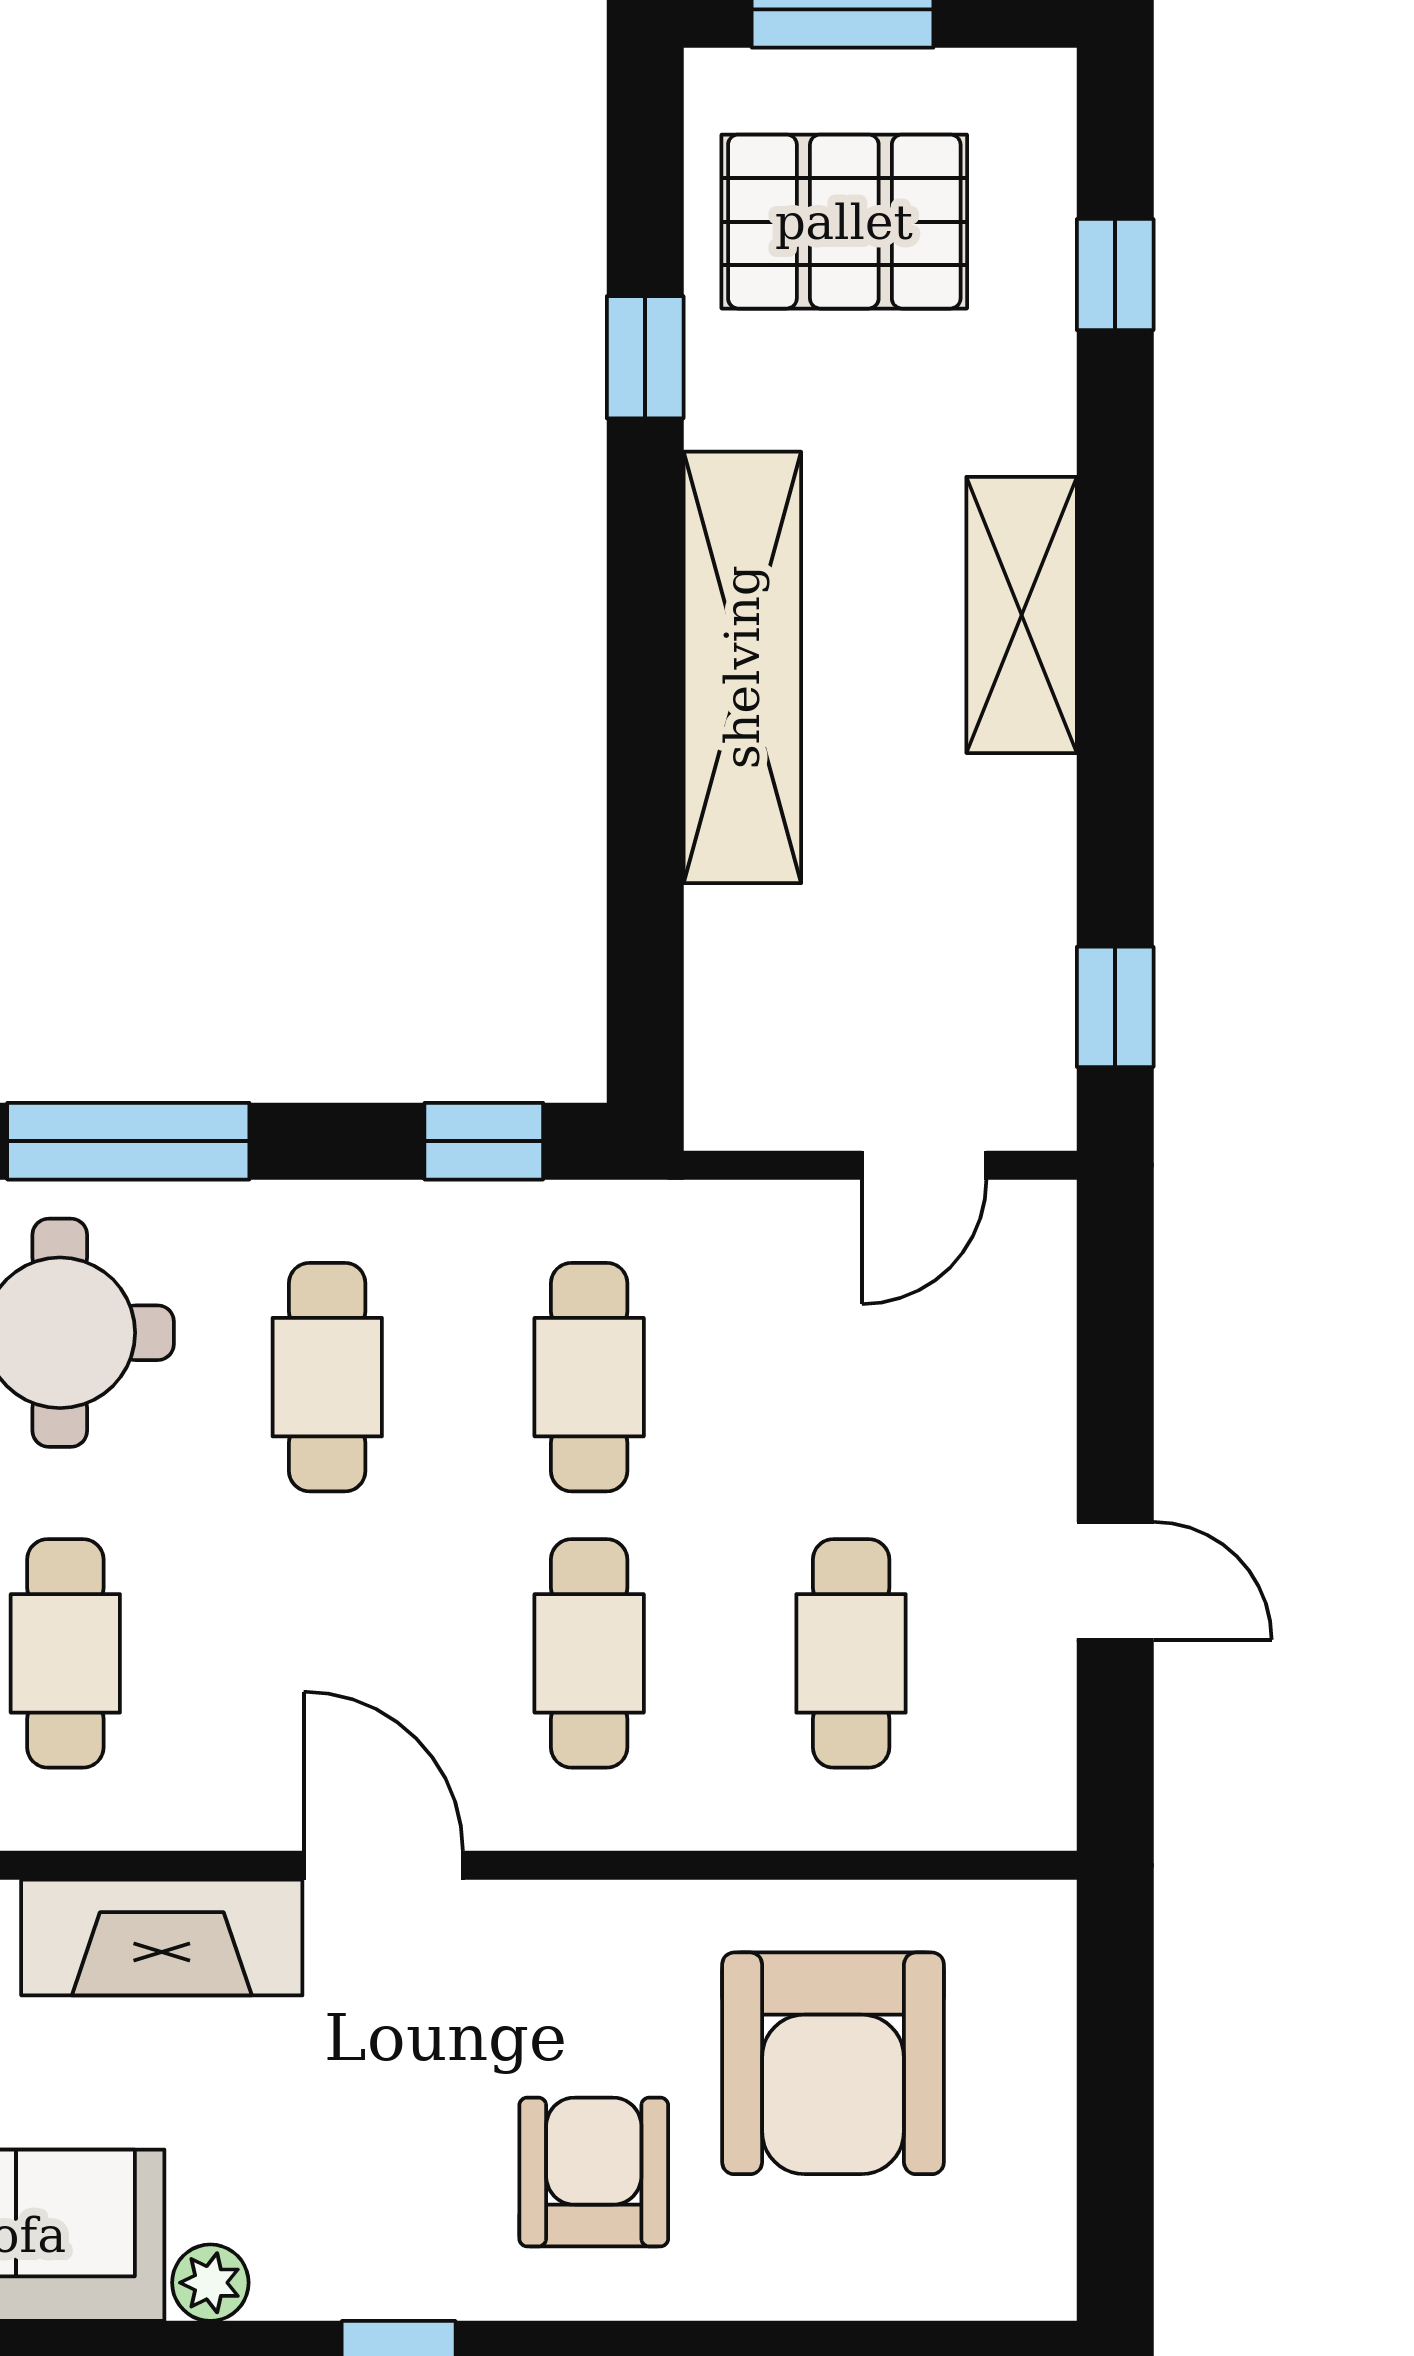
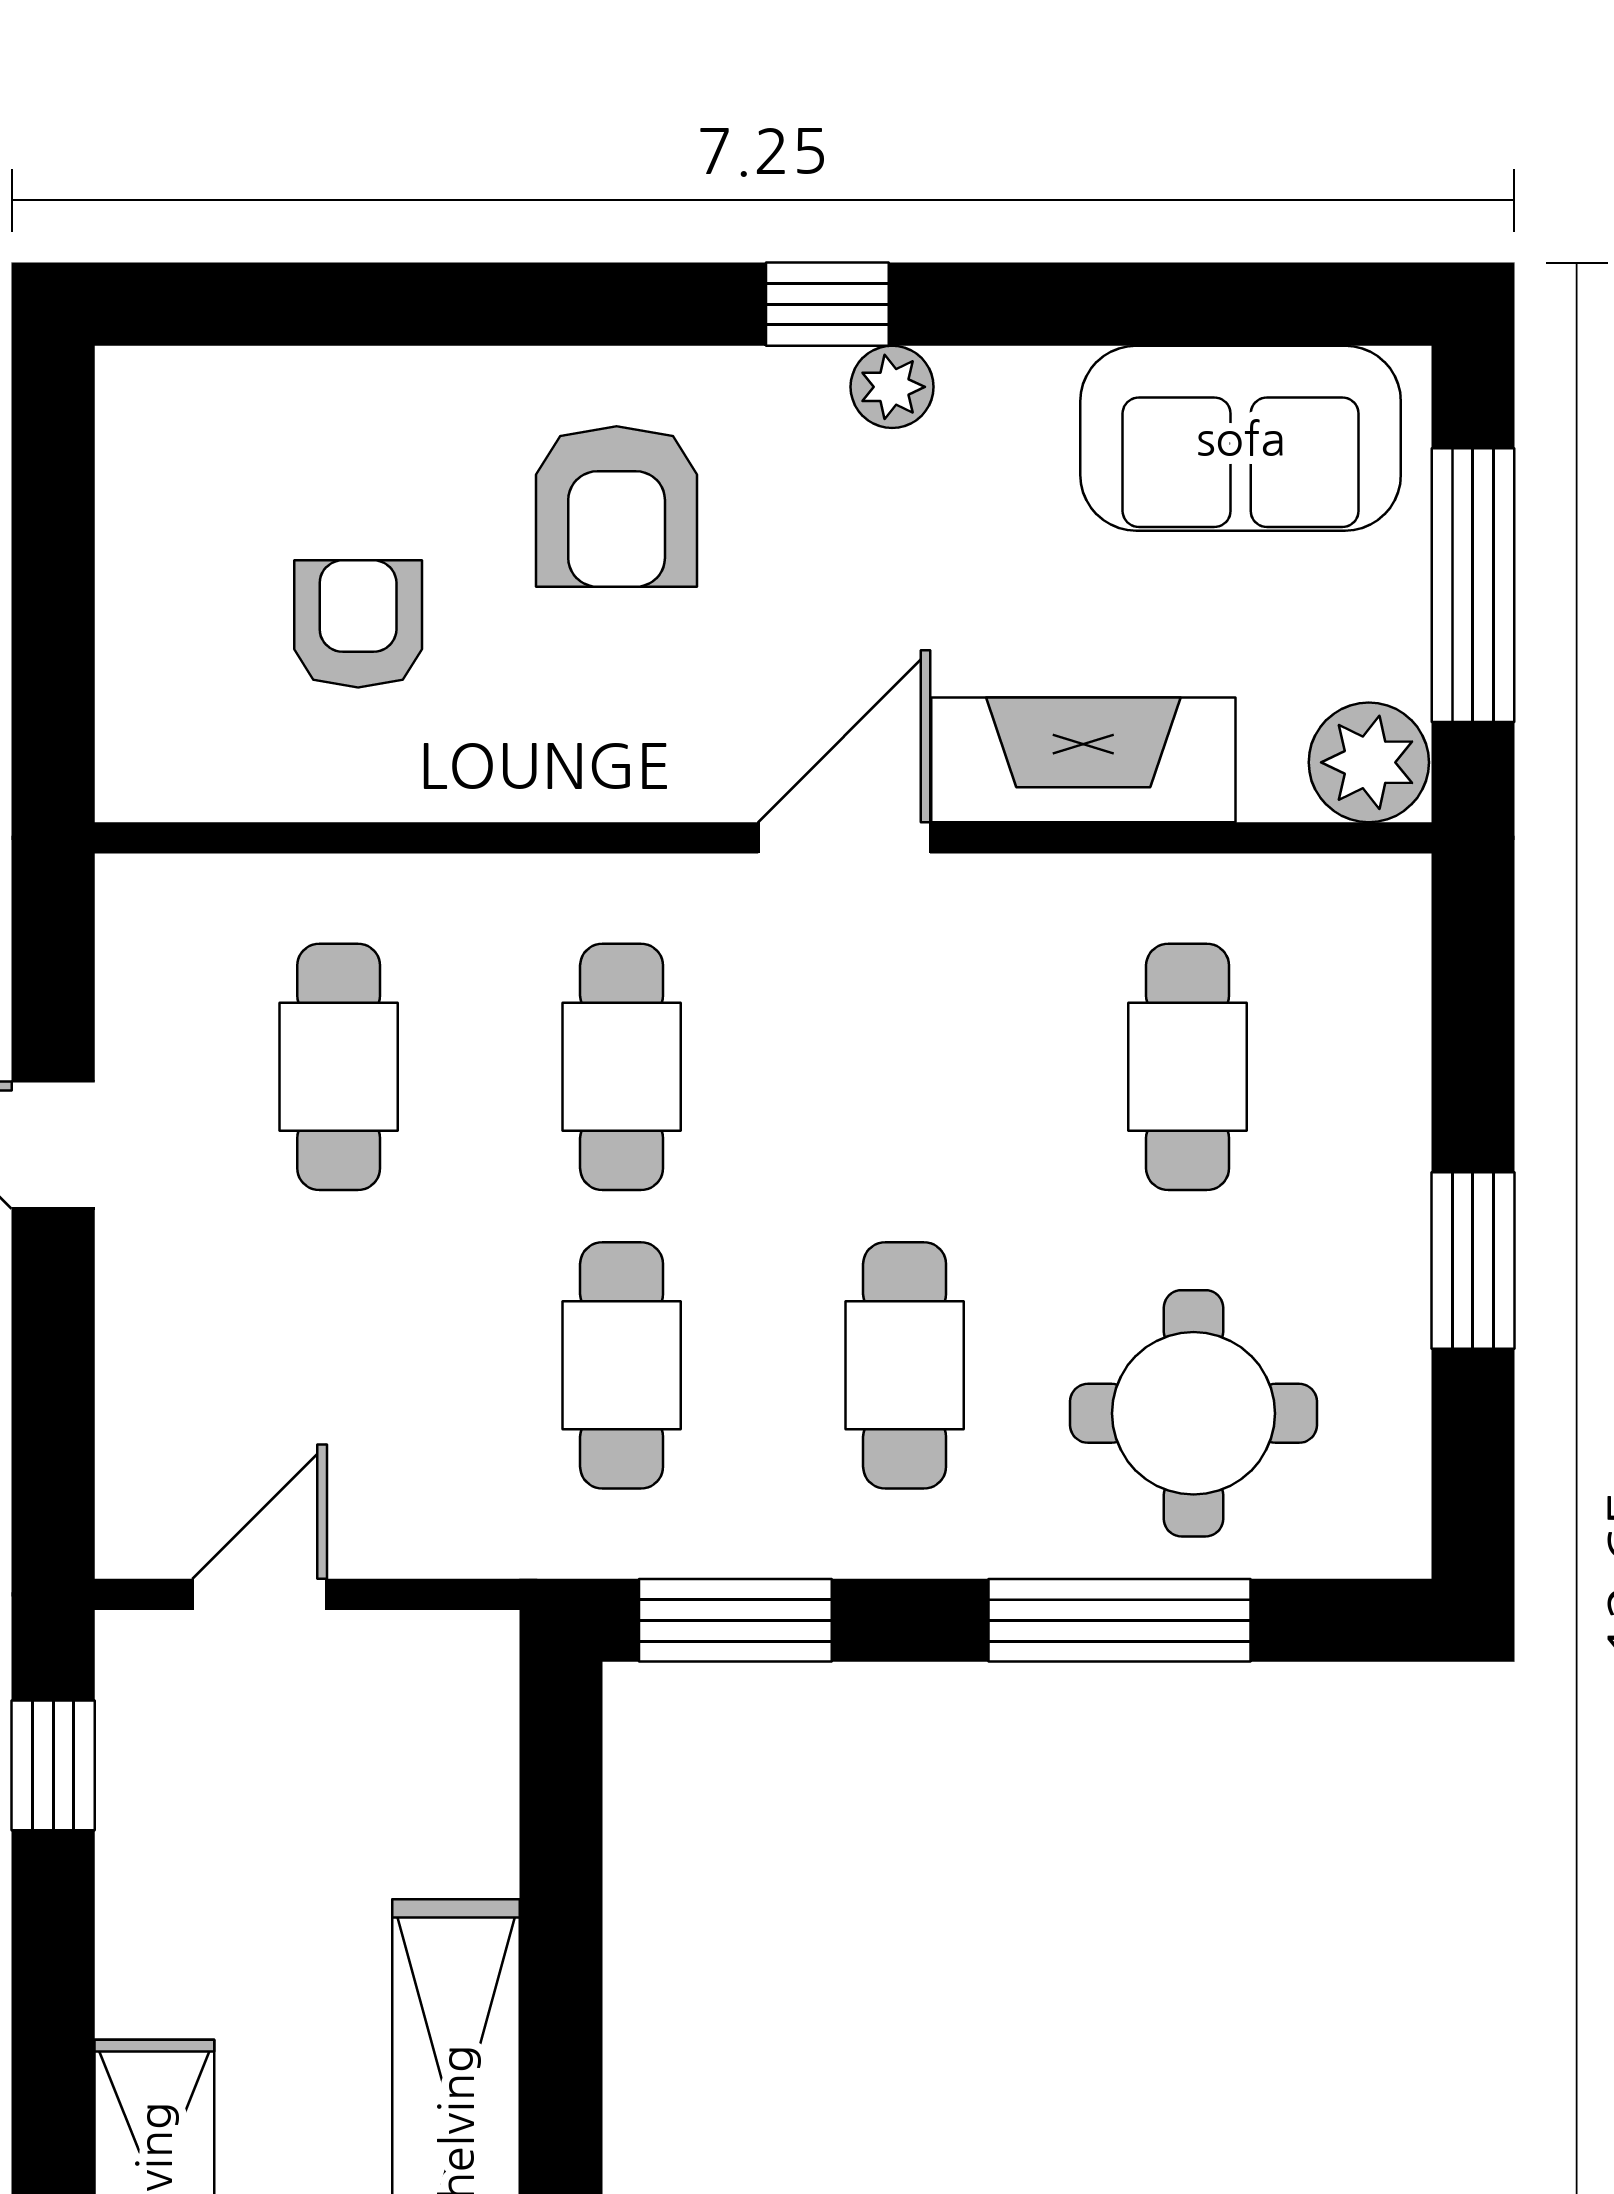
window: (484, 1141) -> (735, 1620), width x1.50
door: (383, 1865) -> (844, 838), swing flipped
armchair: (833, 2063) -> (358, 624), width x0.53, depth x0.53
plant: (210, 2283) -> (892, 387), moved

